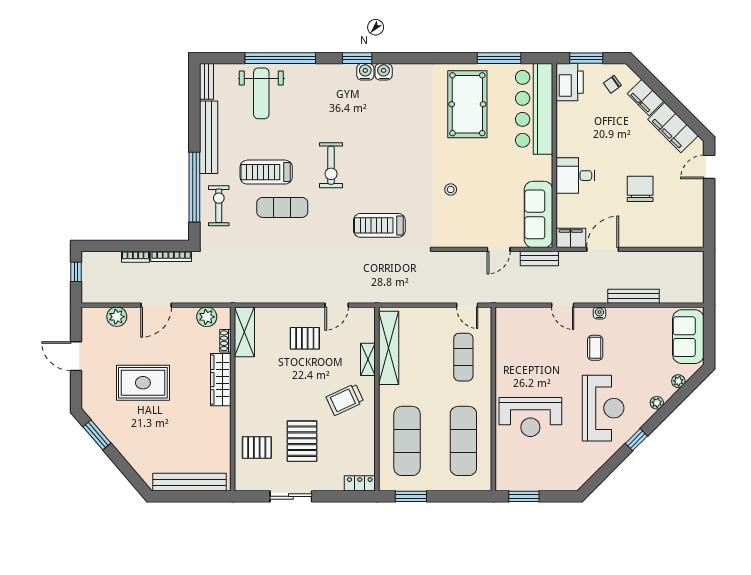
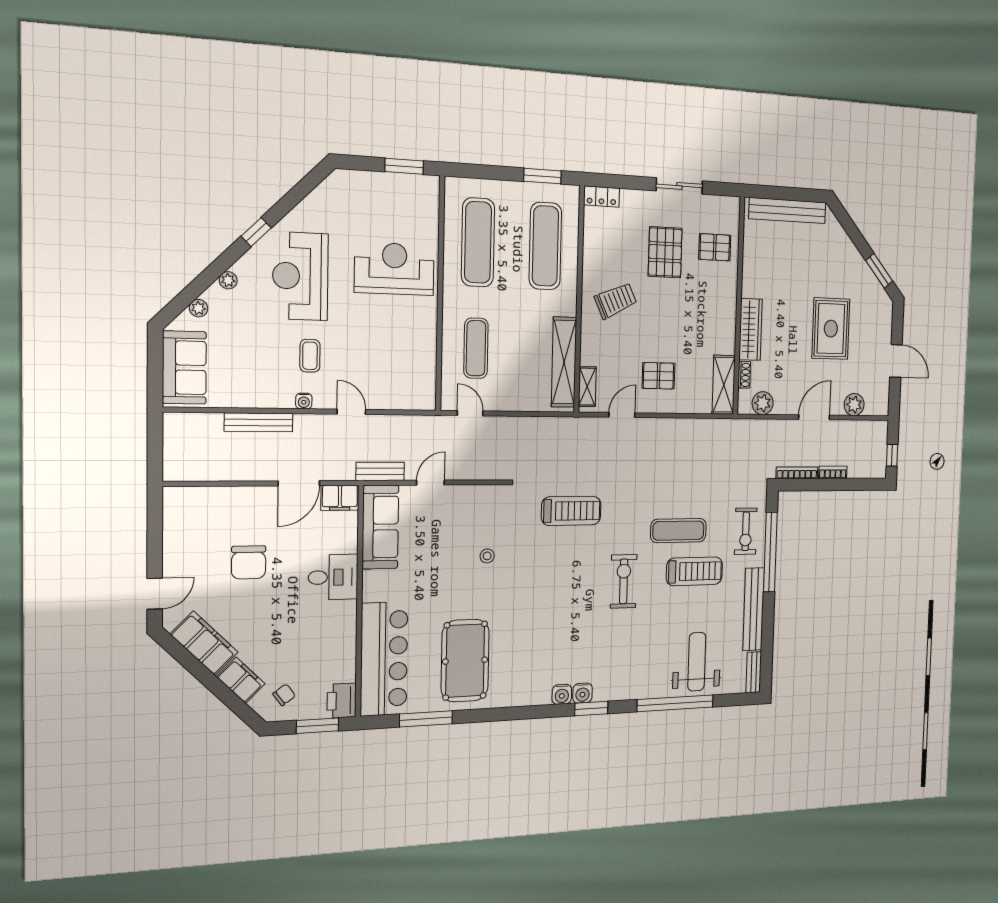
printer: (570, 82) -> (342, 701), width x0.73, depth x0.84
shelving: (368, 359) -> (587, 387), moved
rug: (143, 383) -> (831, 329), turned 90

